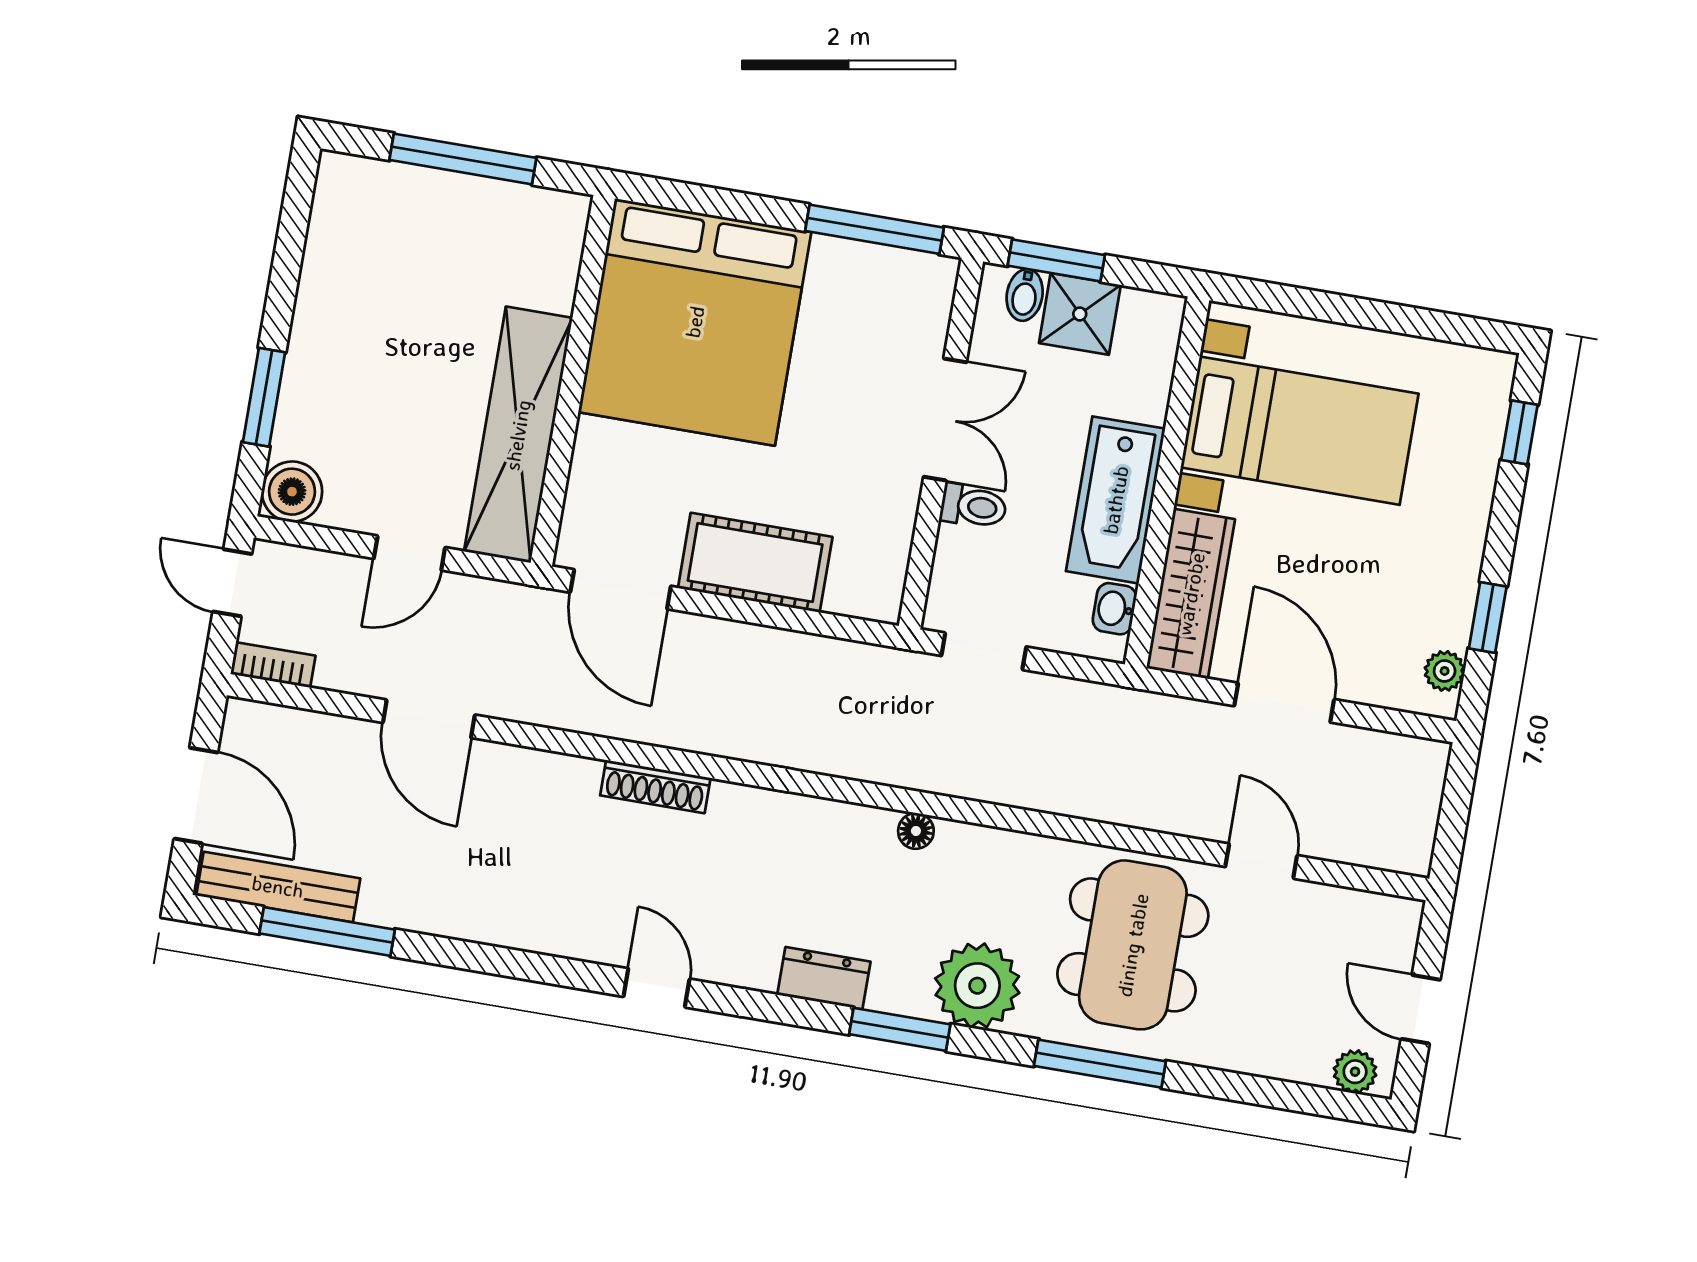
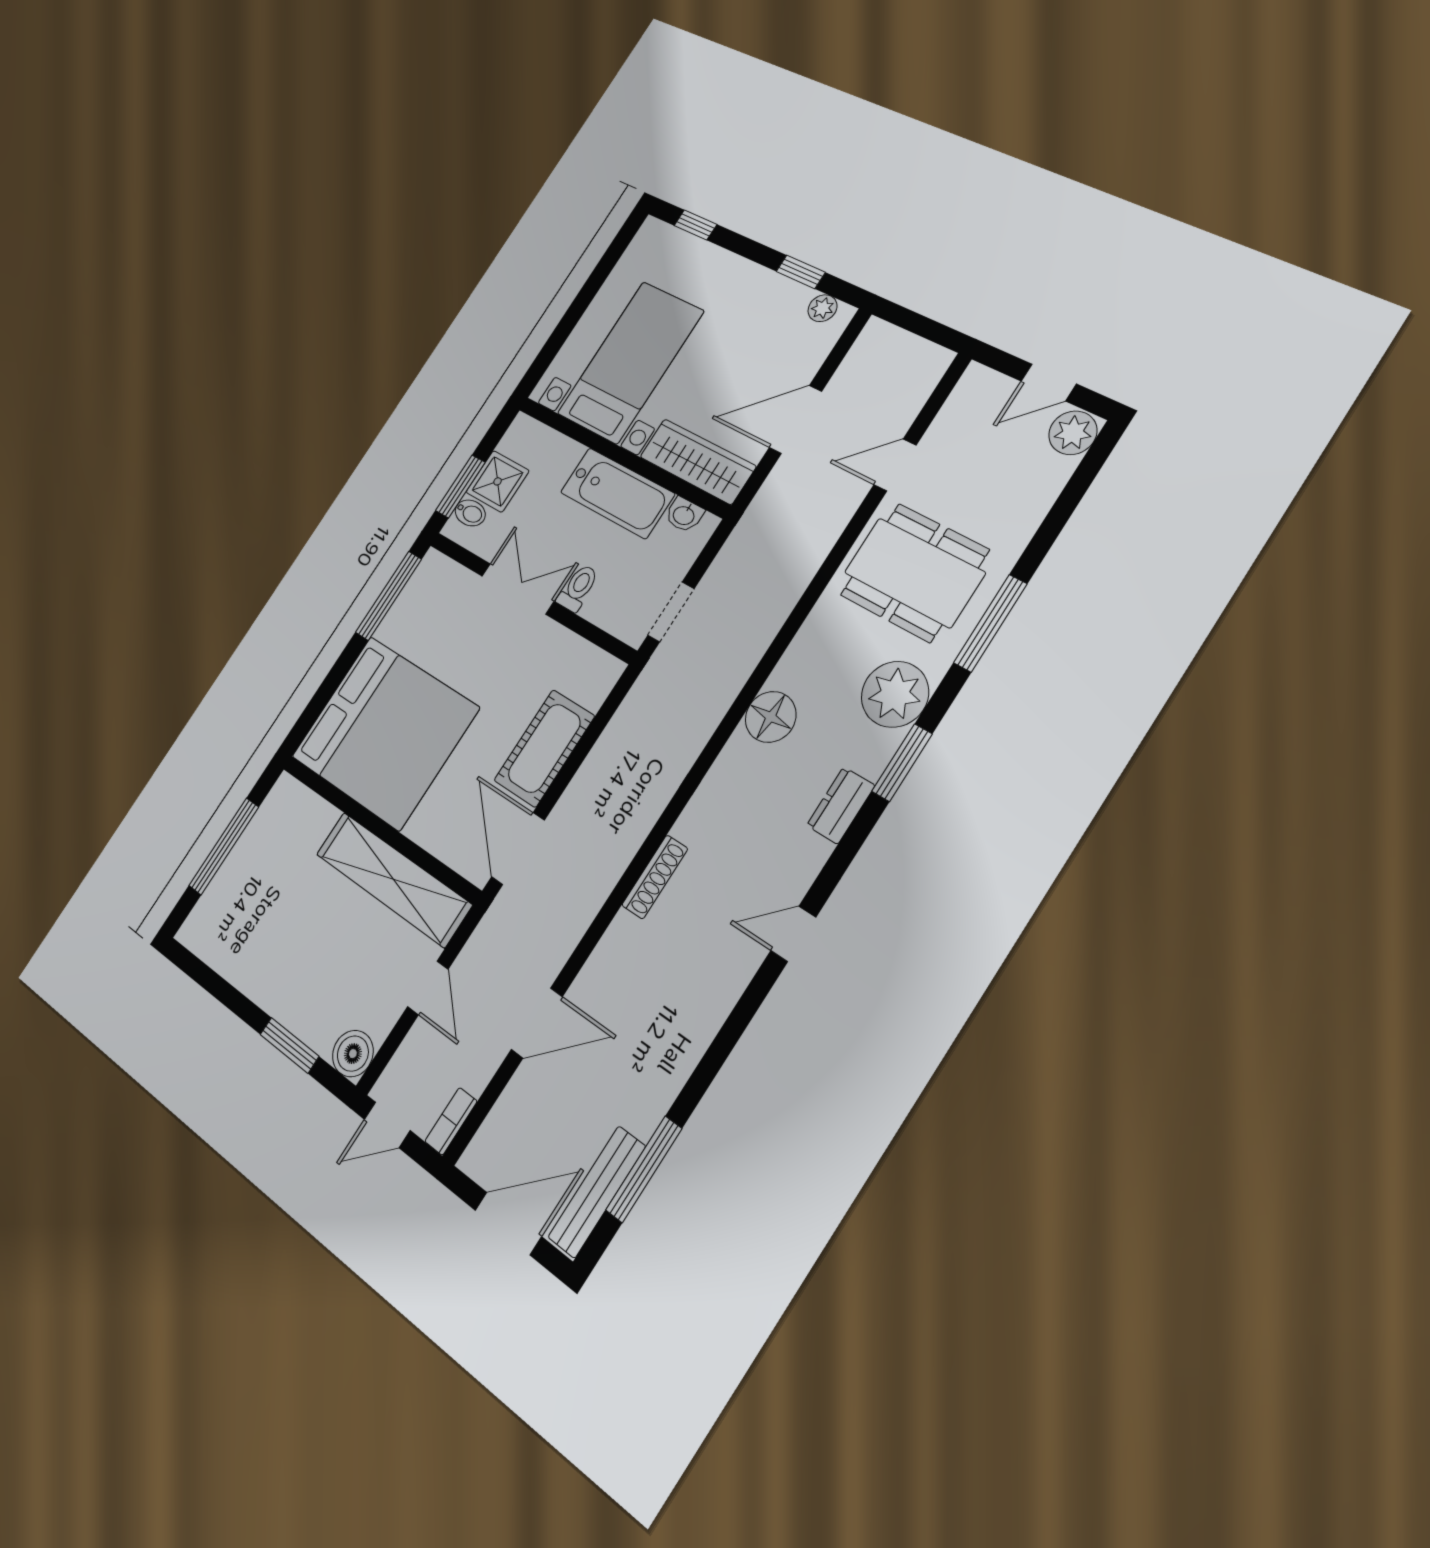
door: (621, 589) -> (518, 848), swing flipped
floor lamp: (916, 831) -> (771, 717), width x1.89, depth x1.89
plant: (1355, 1072) -> (1073, 433), width x1.38, depth x1.38

